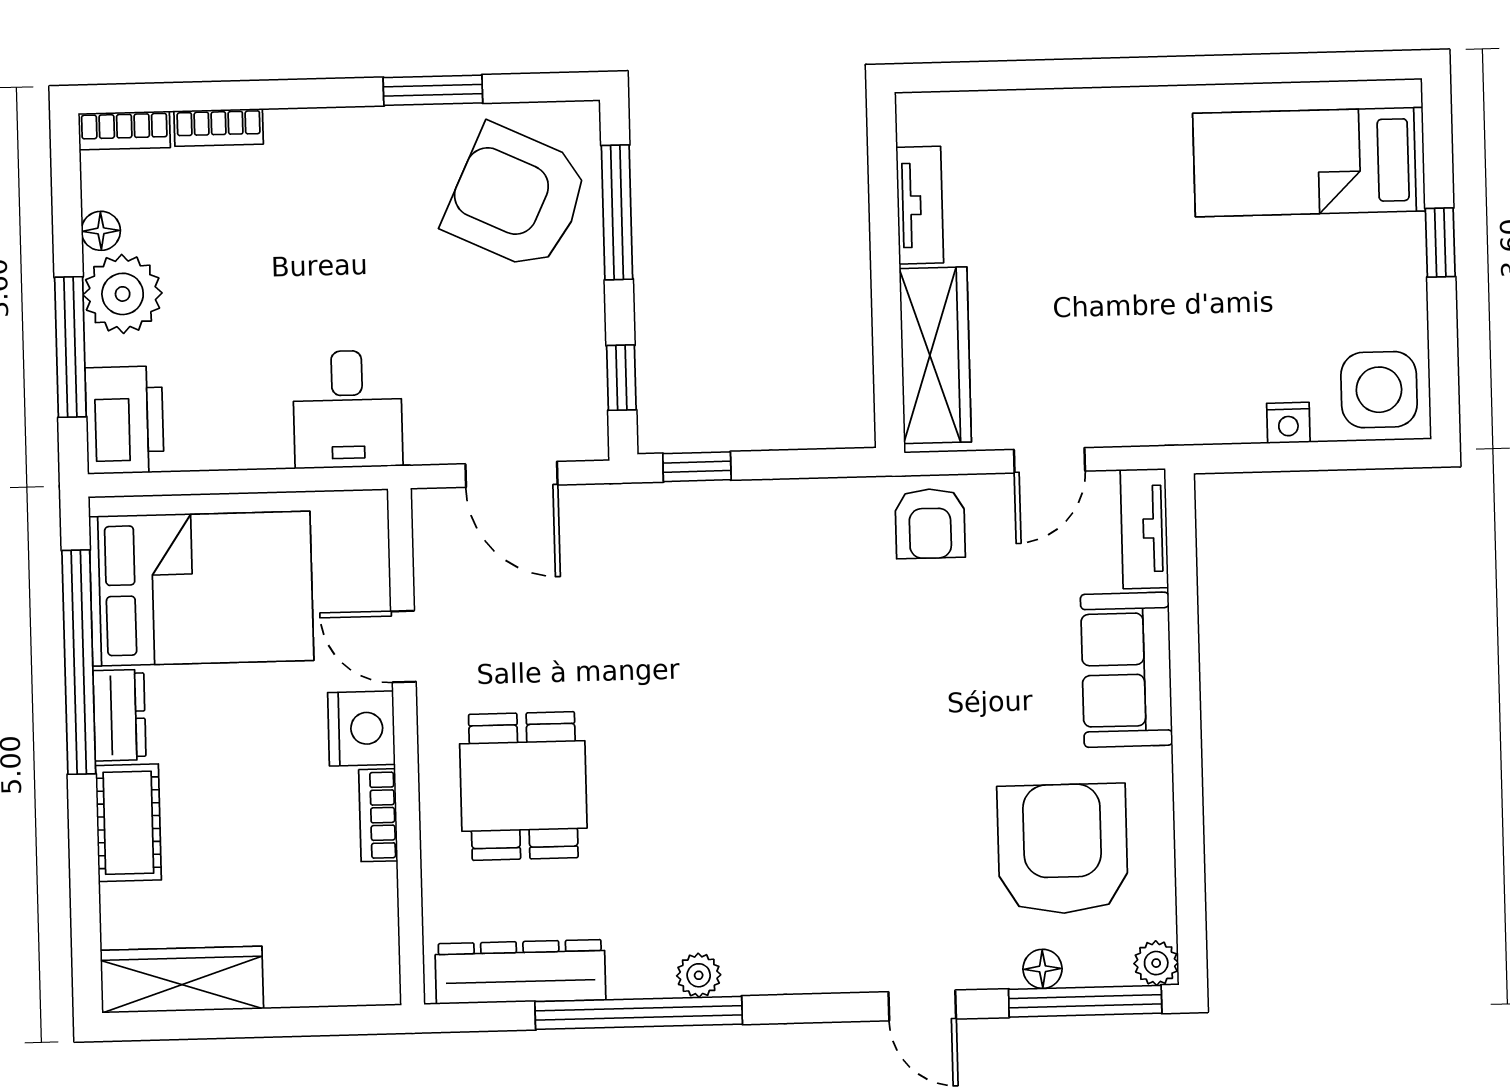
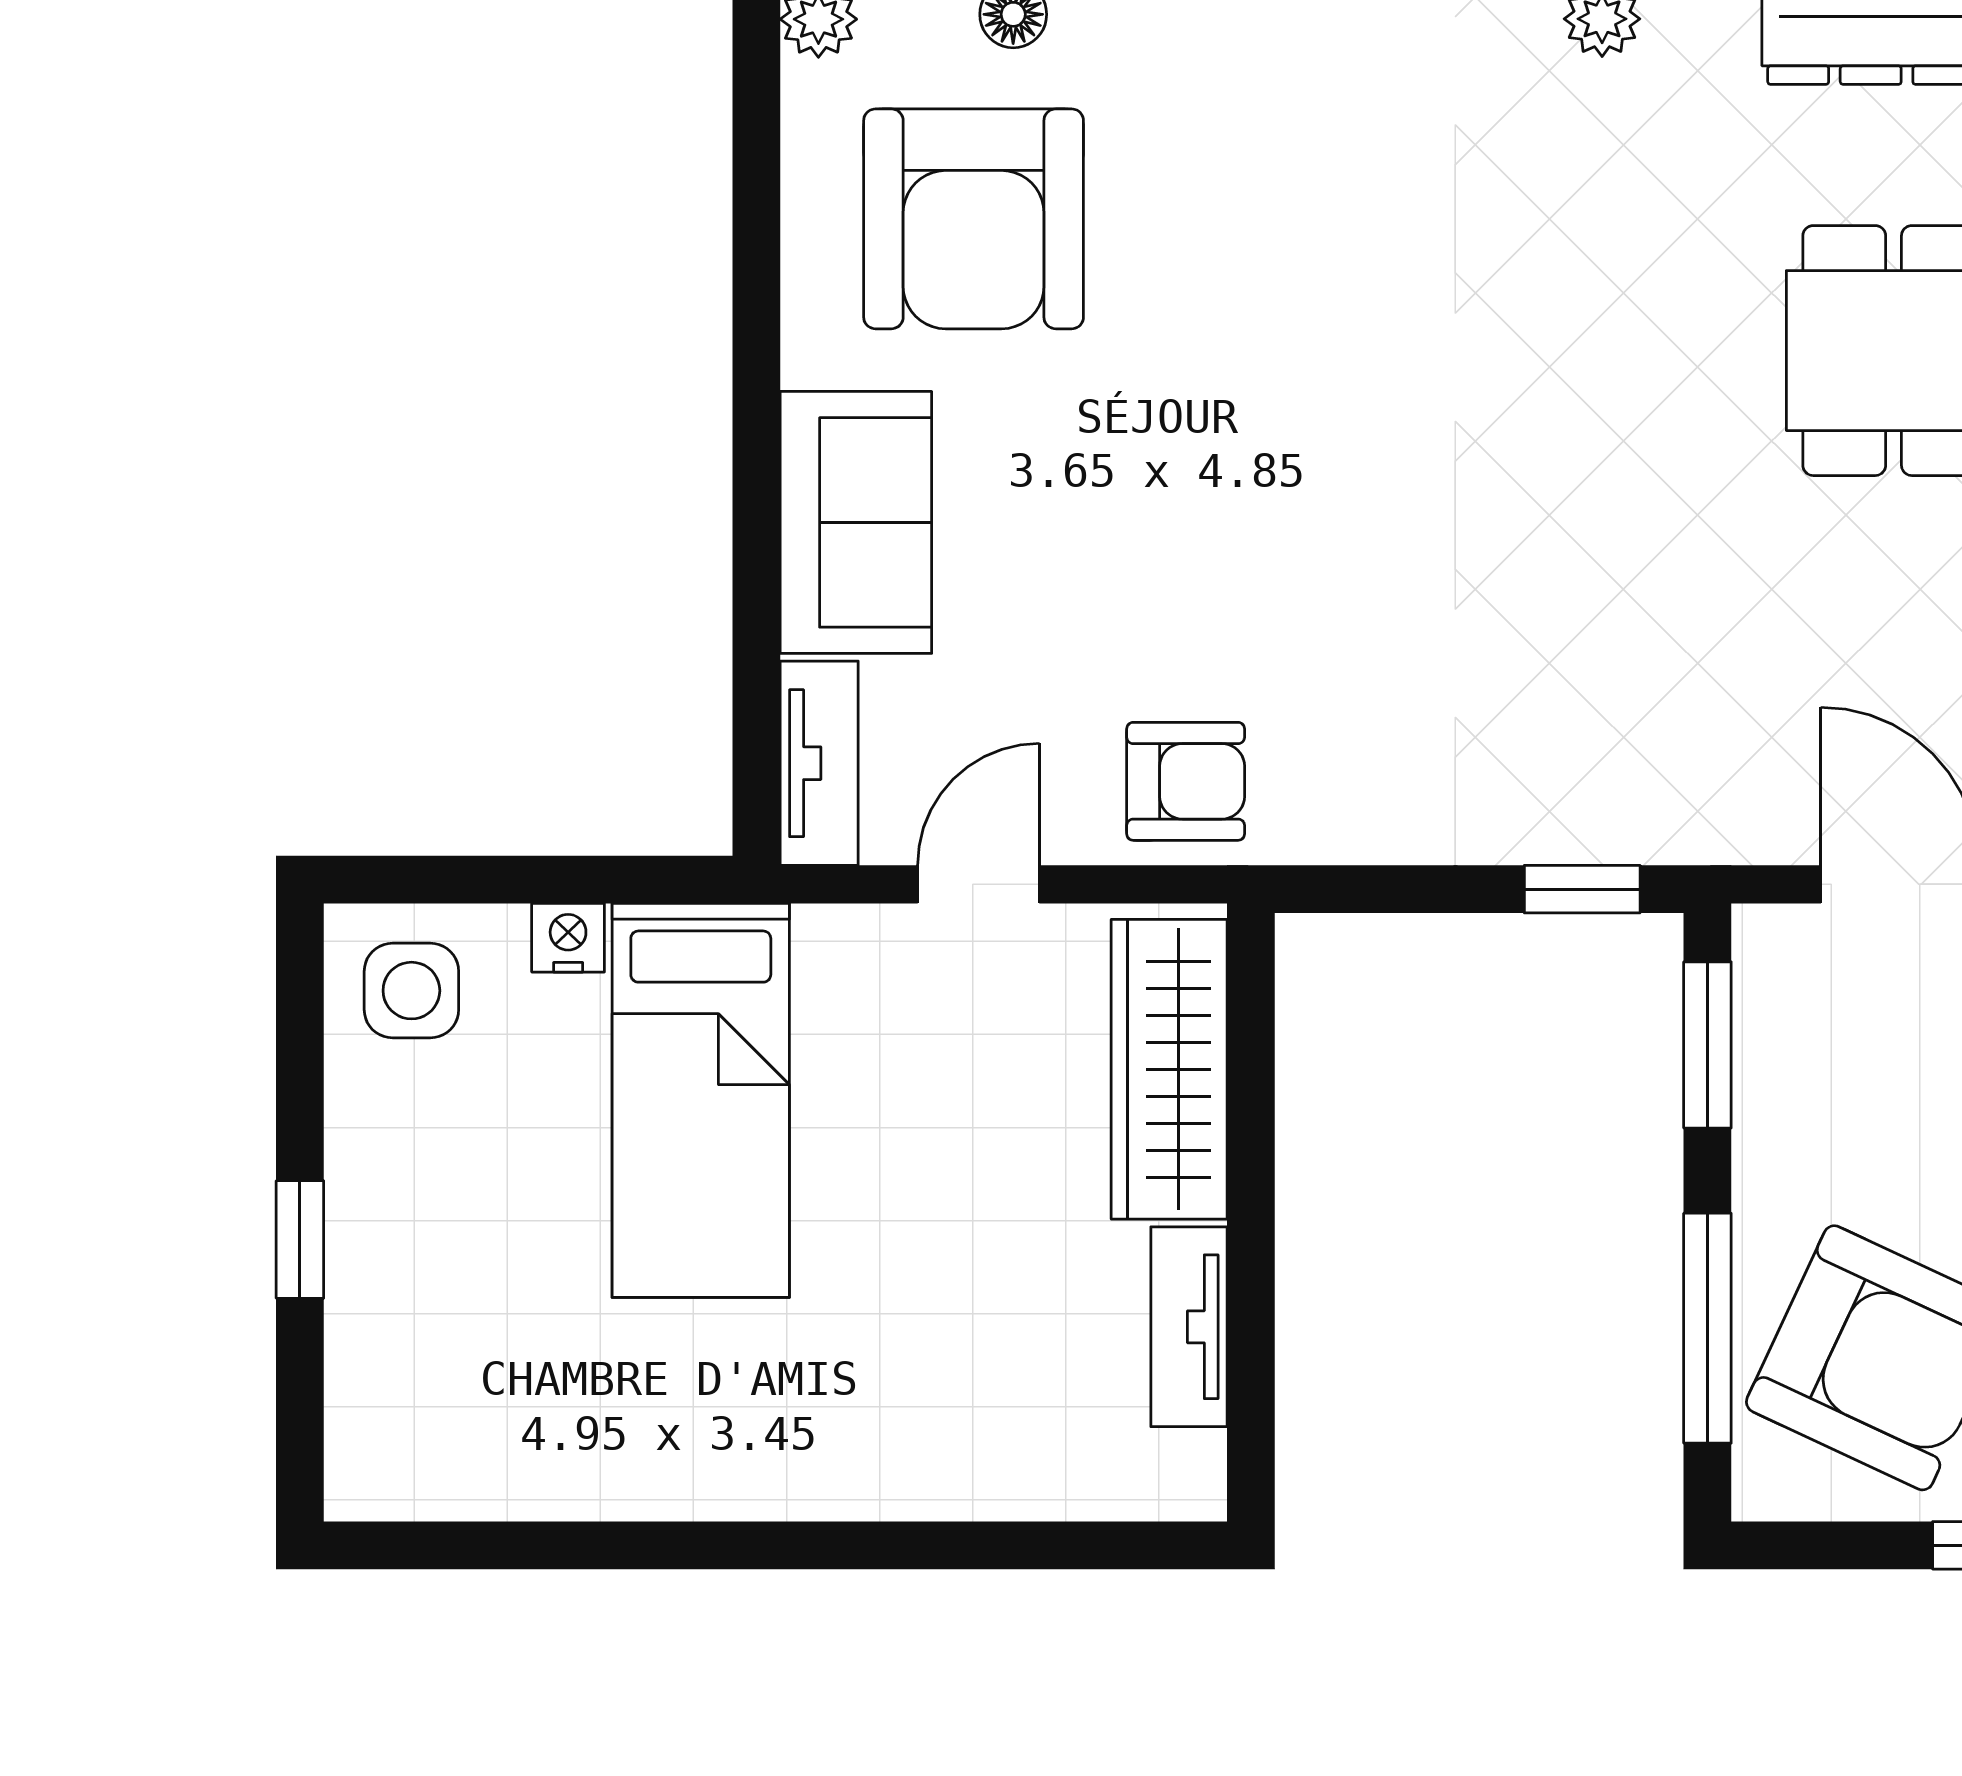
bed: (1309, 162) -> (701, 1100), moved, turned 90
window: (621, 378) -> (1707, 1045), width x1.50
side table: (1379, 390) -> (411, 991), width x0.73, depth x0.73
armchair: (930, 524) -> (1186, 781), turned 90

